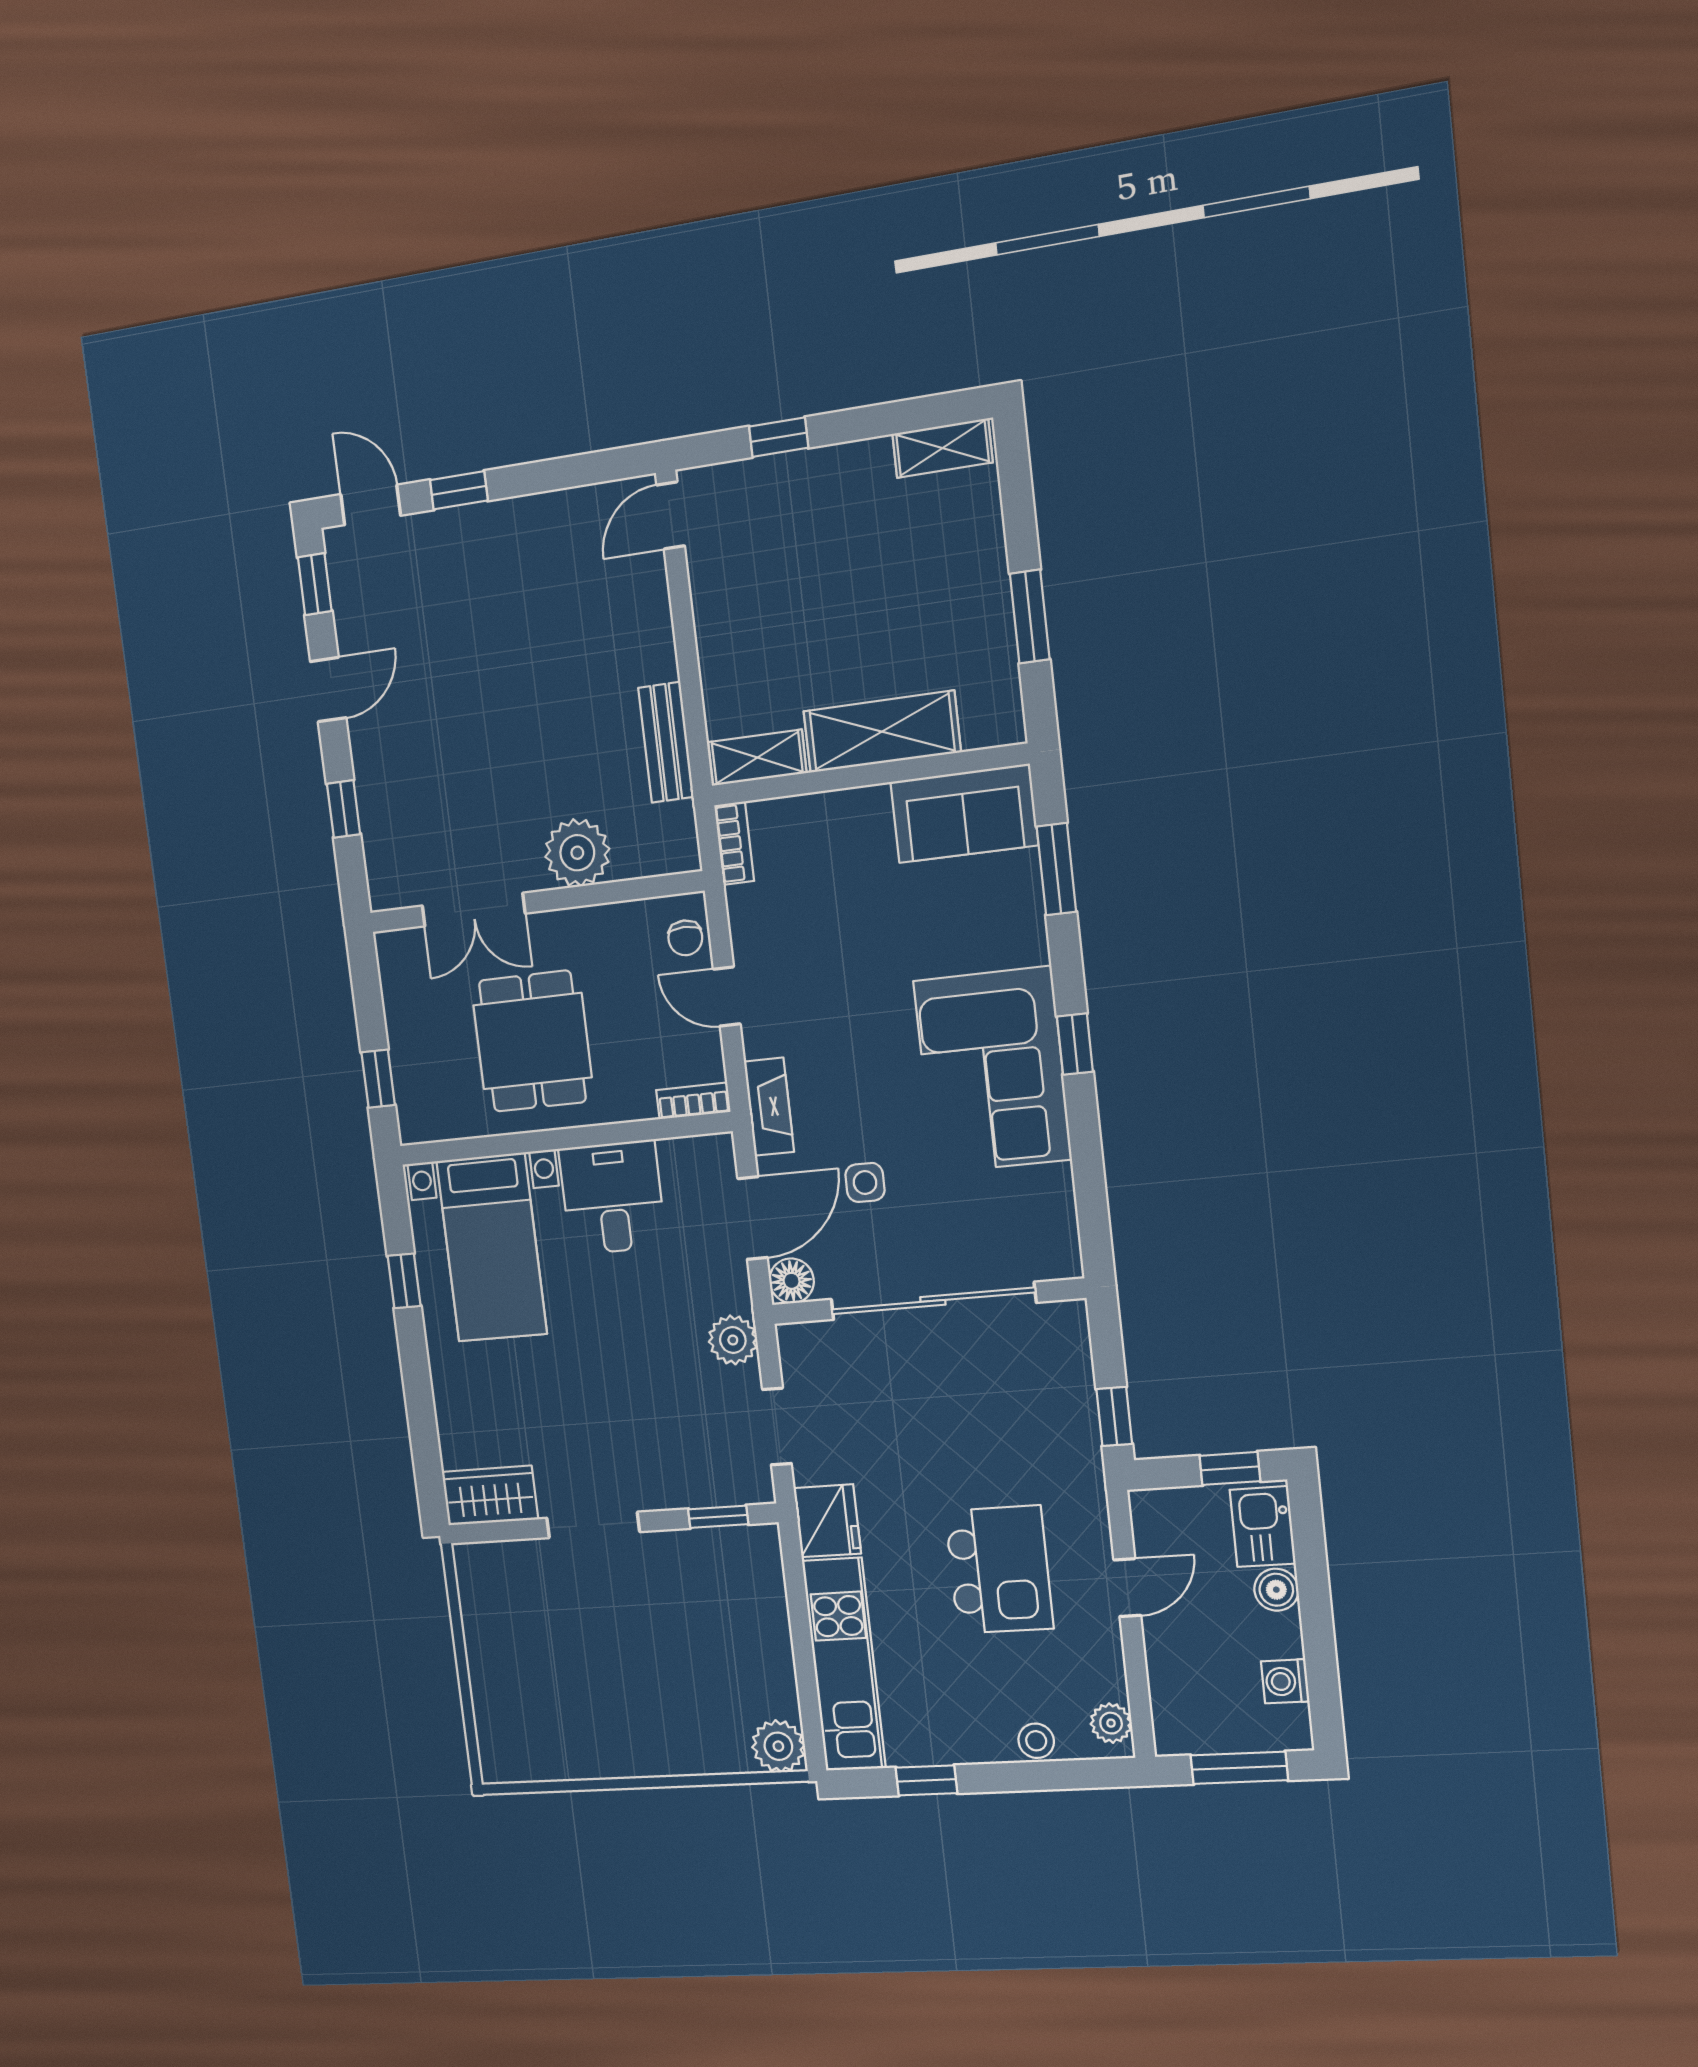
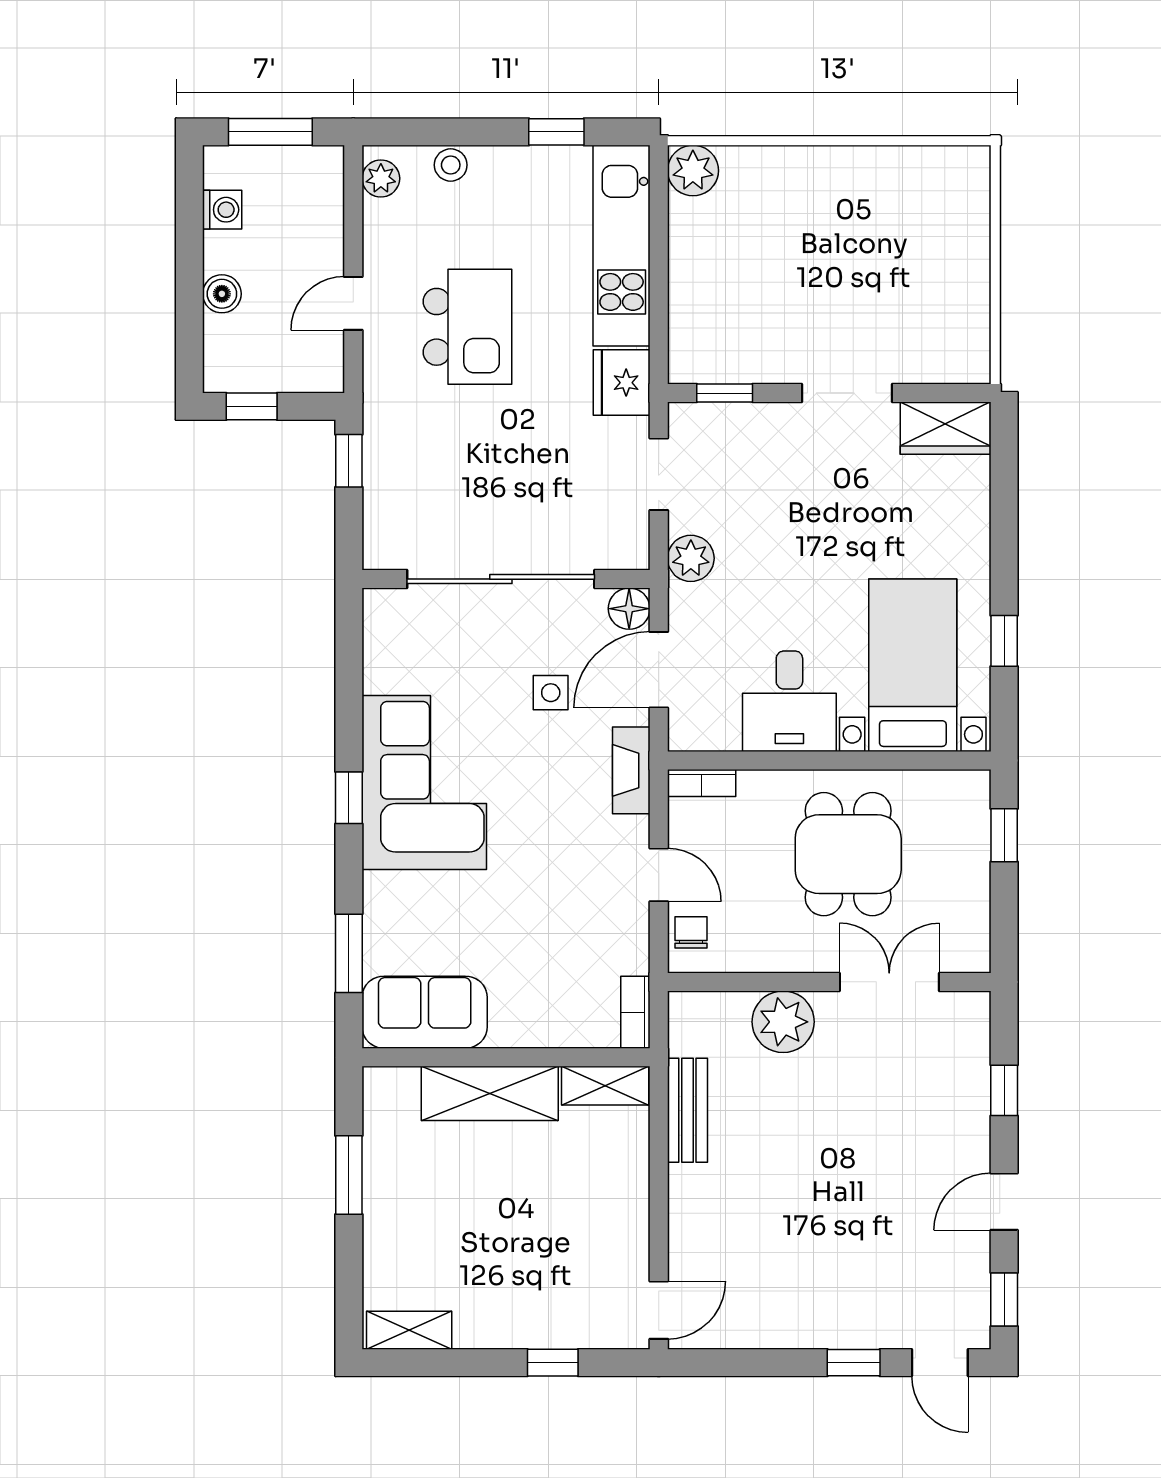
kitchen sink: (1263, 1527) -> (228, 352), removed
kitchen island: (999, 1570) -> (467, 327), turned 180

